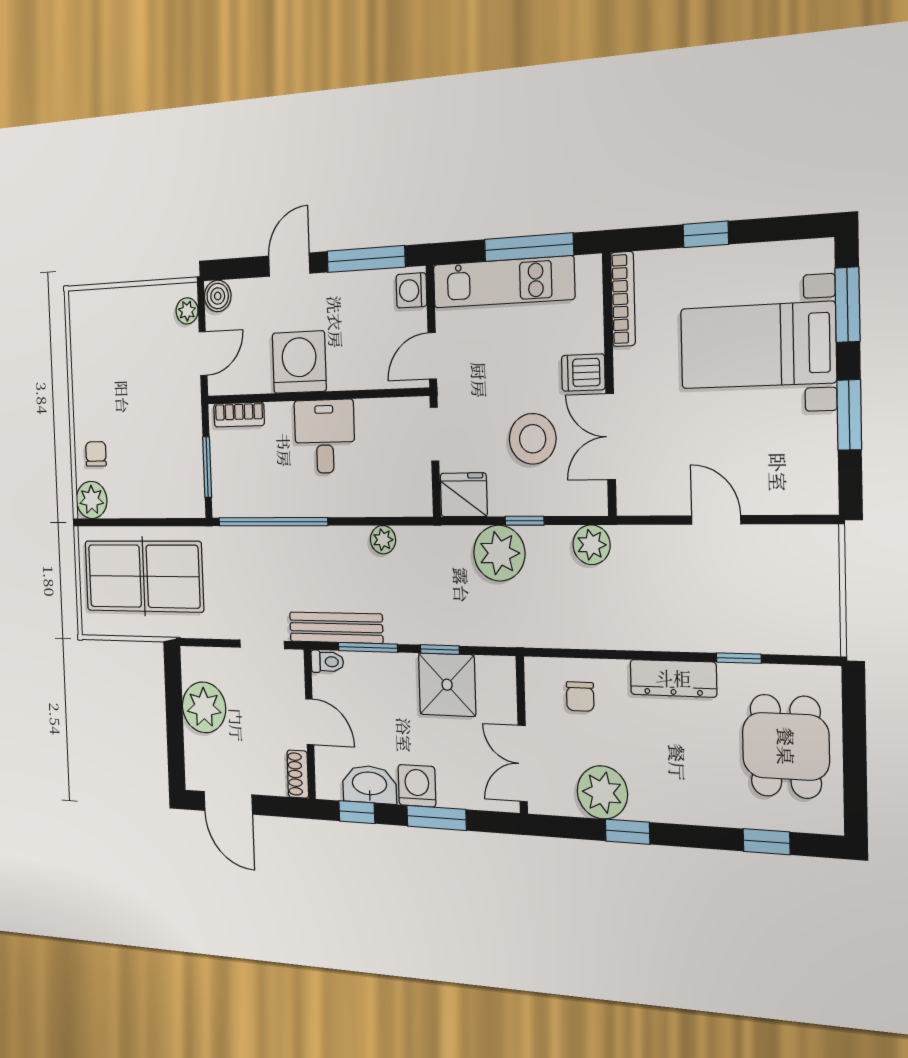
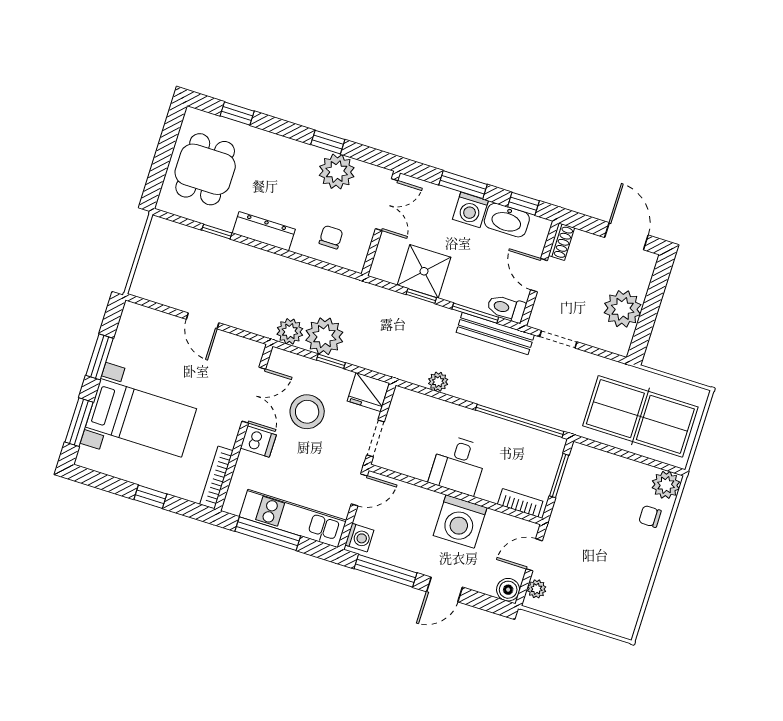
chair: (96, 454) -> (650, 516), turned 90
plant: (499, 553) -> (324, 336), moved
toilet: (327, 662) -> (506, 308), width x1.37, depth x1.39

